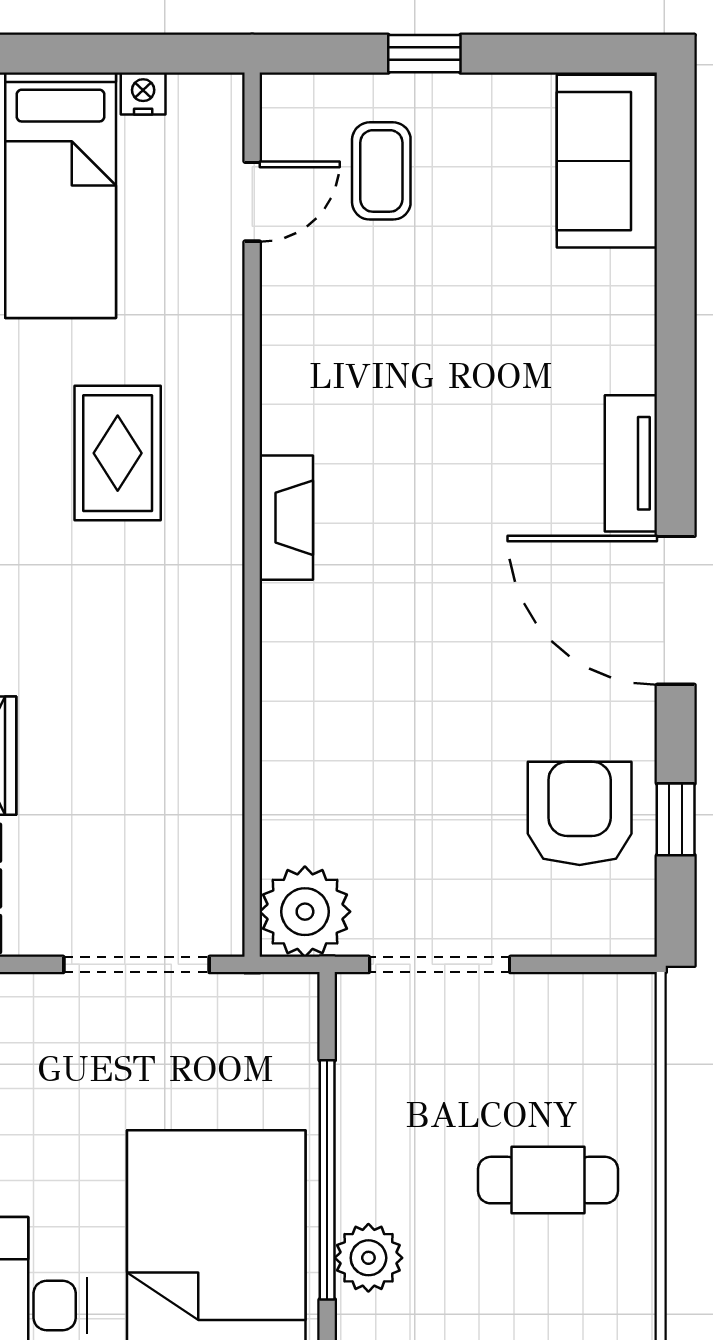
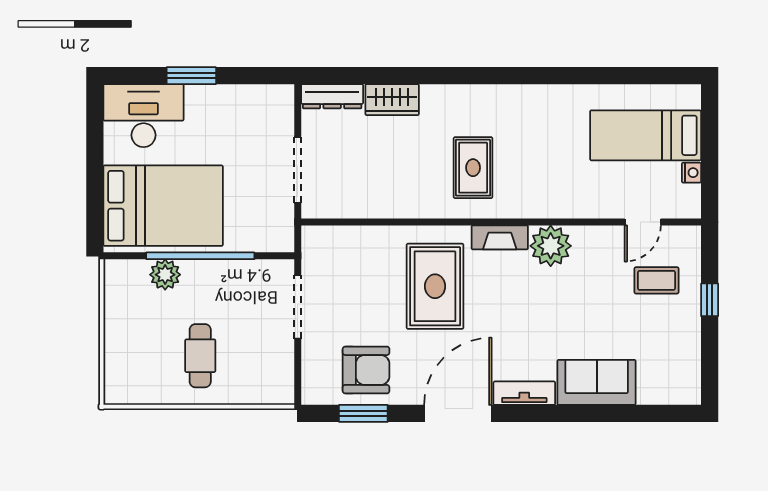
sofa: (607, 161) -> (597, 382), moved
door: (252, 202) -> (643, 222), hinge flipped
rug: (118, 453) -> (473, 168), moved, turned 90
rug: (394, 661) -> (435, 286), added
window: (676, 819) -> (363, 413), width x1.50
plant: (305, 912) -> (551, 246), moved

